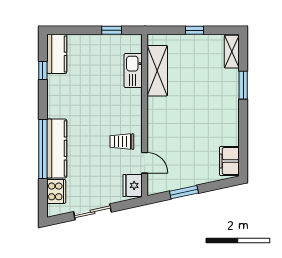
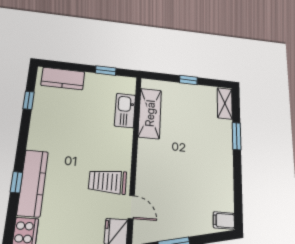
kitchen counter: (57, 54) -> (63, 79), moved, turned 90
trolley: (122, 142) -> (108, 182), width x1.36, depth x1.39
window: (43, 149) -> (16, 182), width x0.32
filing cabinet: (229, 161) -> (224, 221), width x0.50

